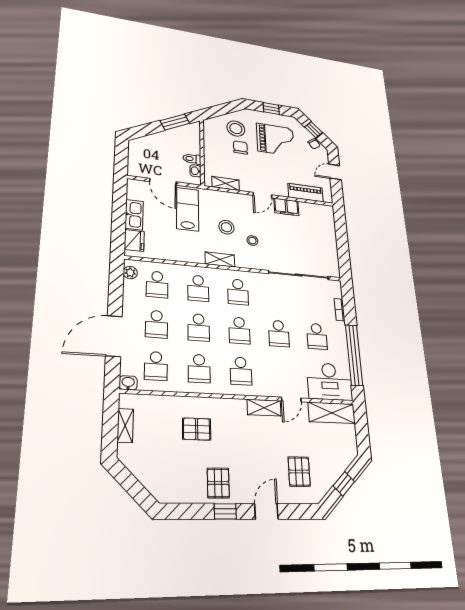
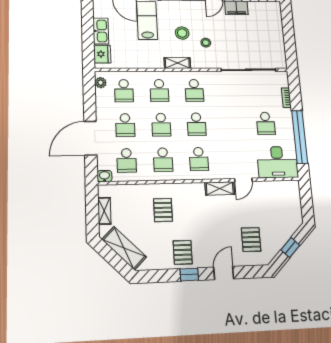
school desk: (279, 333) -> (231, 124), removed
shelving: (332, 413) -> (124, 248), moved, turned 45
pallet: (197, 429) -> (163, 210), turned 90

